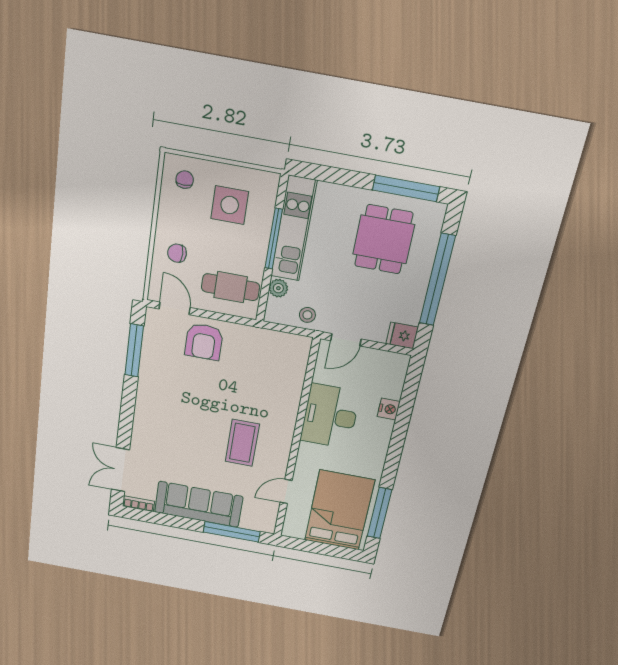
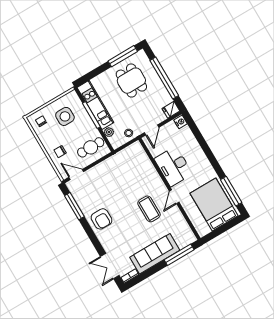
armchair: (204, 342) -> (101, 219), moved
nightstand: (389, 409) -> (181, 122), moved
door: (286, 491) -> (174, 197), moved

